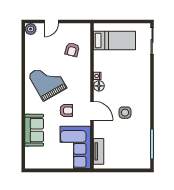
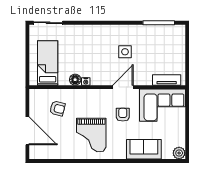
door: (51, 22) -> (27, 131), width x1.88
plant: (31, 29) -> (179, 153), moved
grand piano: (47, 81) -> (91, 135), turned -60
floor lamp: (99, 86) -> (75, 80), moved

